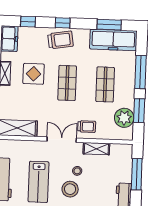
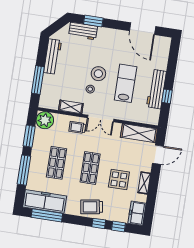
window: (63, 23) -> (99, 223), moved
window: (109, 25) -> (47, 215), width x1.44
plant: (124, 118) -> (45, 120), moved

